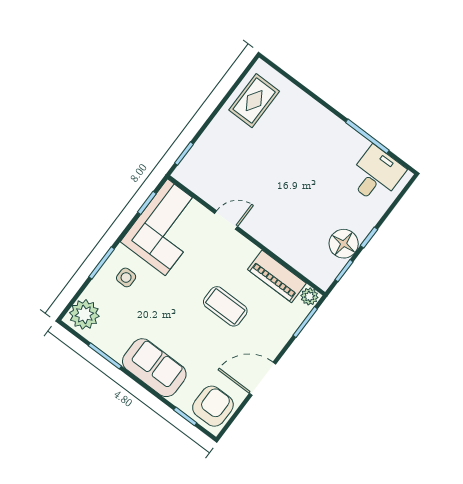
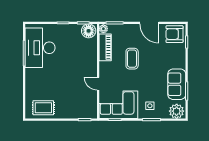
desk: (376, 175) -> (40, 48), width x1.87, depth x1.30
floor lamp: (344, 244) -> (89, 31), moved
sofa: (154, 368) -> (177, 84), moved

